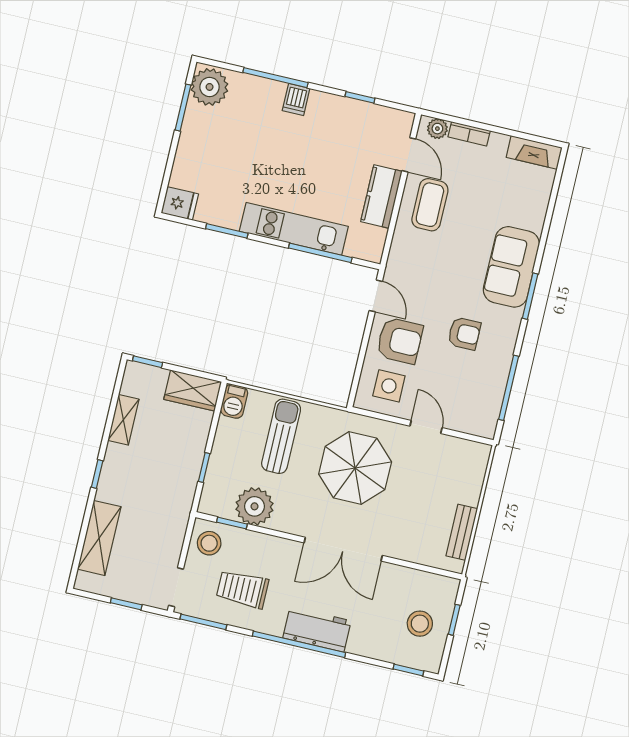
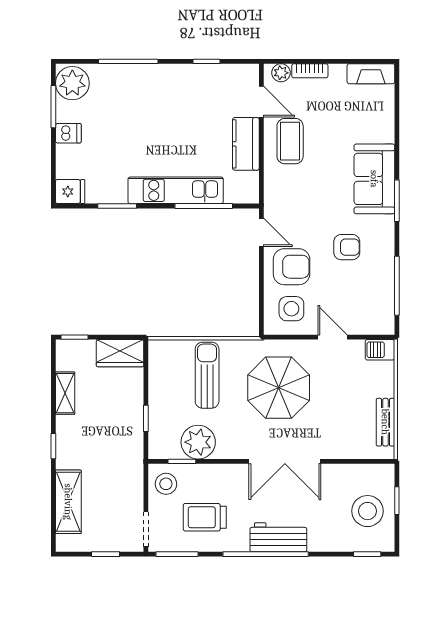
dishwasher: (296, 99) -> (68, 133), moved, turned -90
barbecue: (234, 401) -> (380, 350), moved, turned 90
stool: (420, 624) -> (368, 511), width x1.38, depth x1.38

